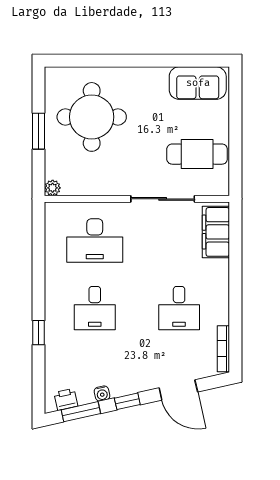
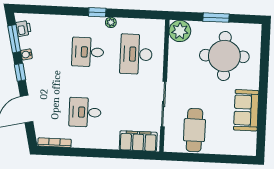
sofa: (198, 83) -> (246, 110), moved
plant: (53, 188) -> (180, 31), width x1.87, depth x1.87
plant: (52, 278) -> (111, 22), added
window: (39, 333) -> (97, 12), moved

